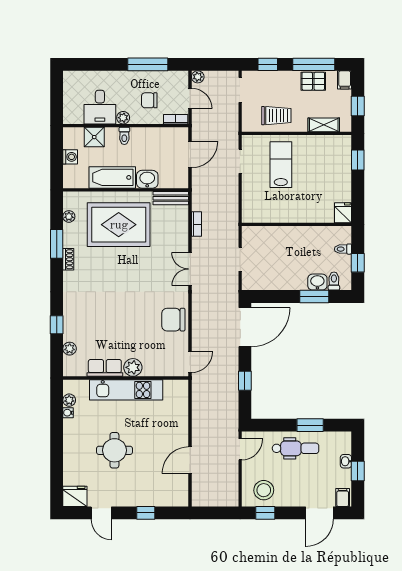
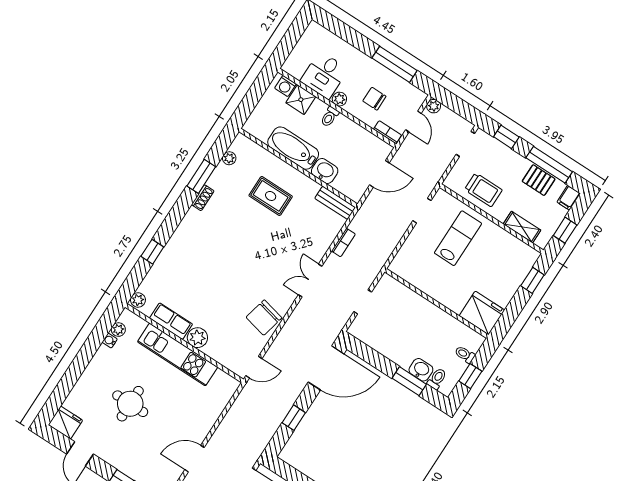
washing machine: (70, 157) -> (285, 86), moved, turned 90
fridge: (343, 213) -> (482, 313), width x1.88, depth x1.34
rug: (119, 225) -> (271, 196), width x0.54, depth x0.49
chair: (173, 320) -> (264, 318), turned -77
plant: (70, 349) -> (138, 300), moved

